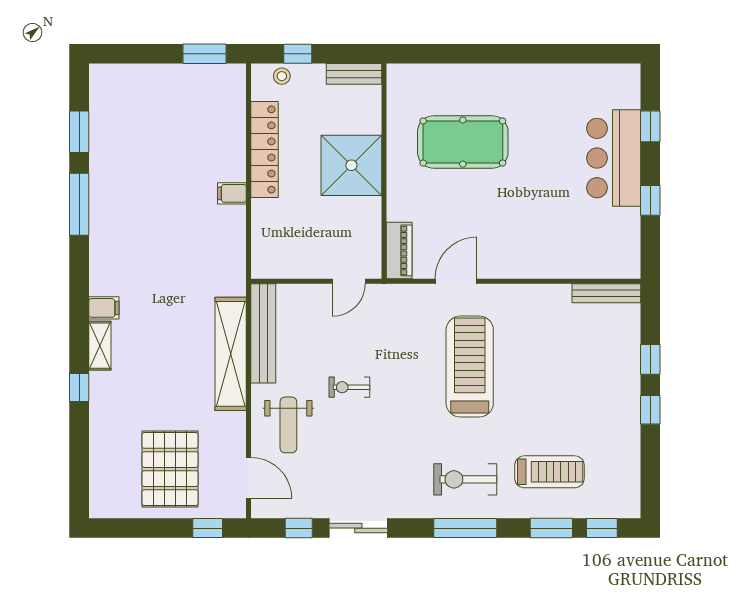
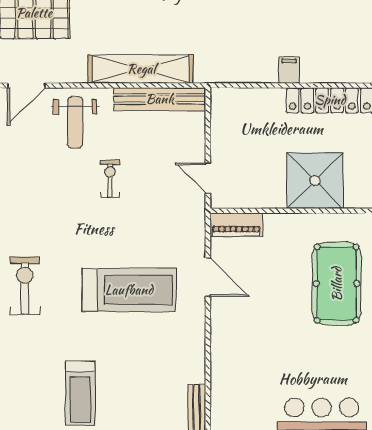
weight bench: (288, 425) -> (75, 122), turned -90
treadmill: (549, 472) -> (80, 393), moved

